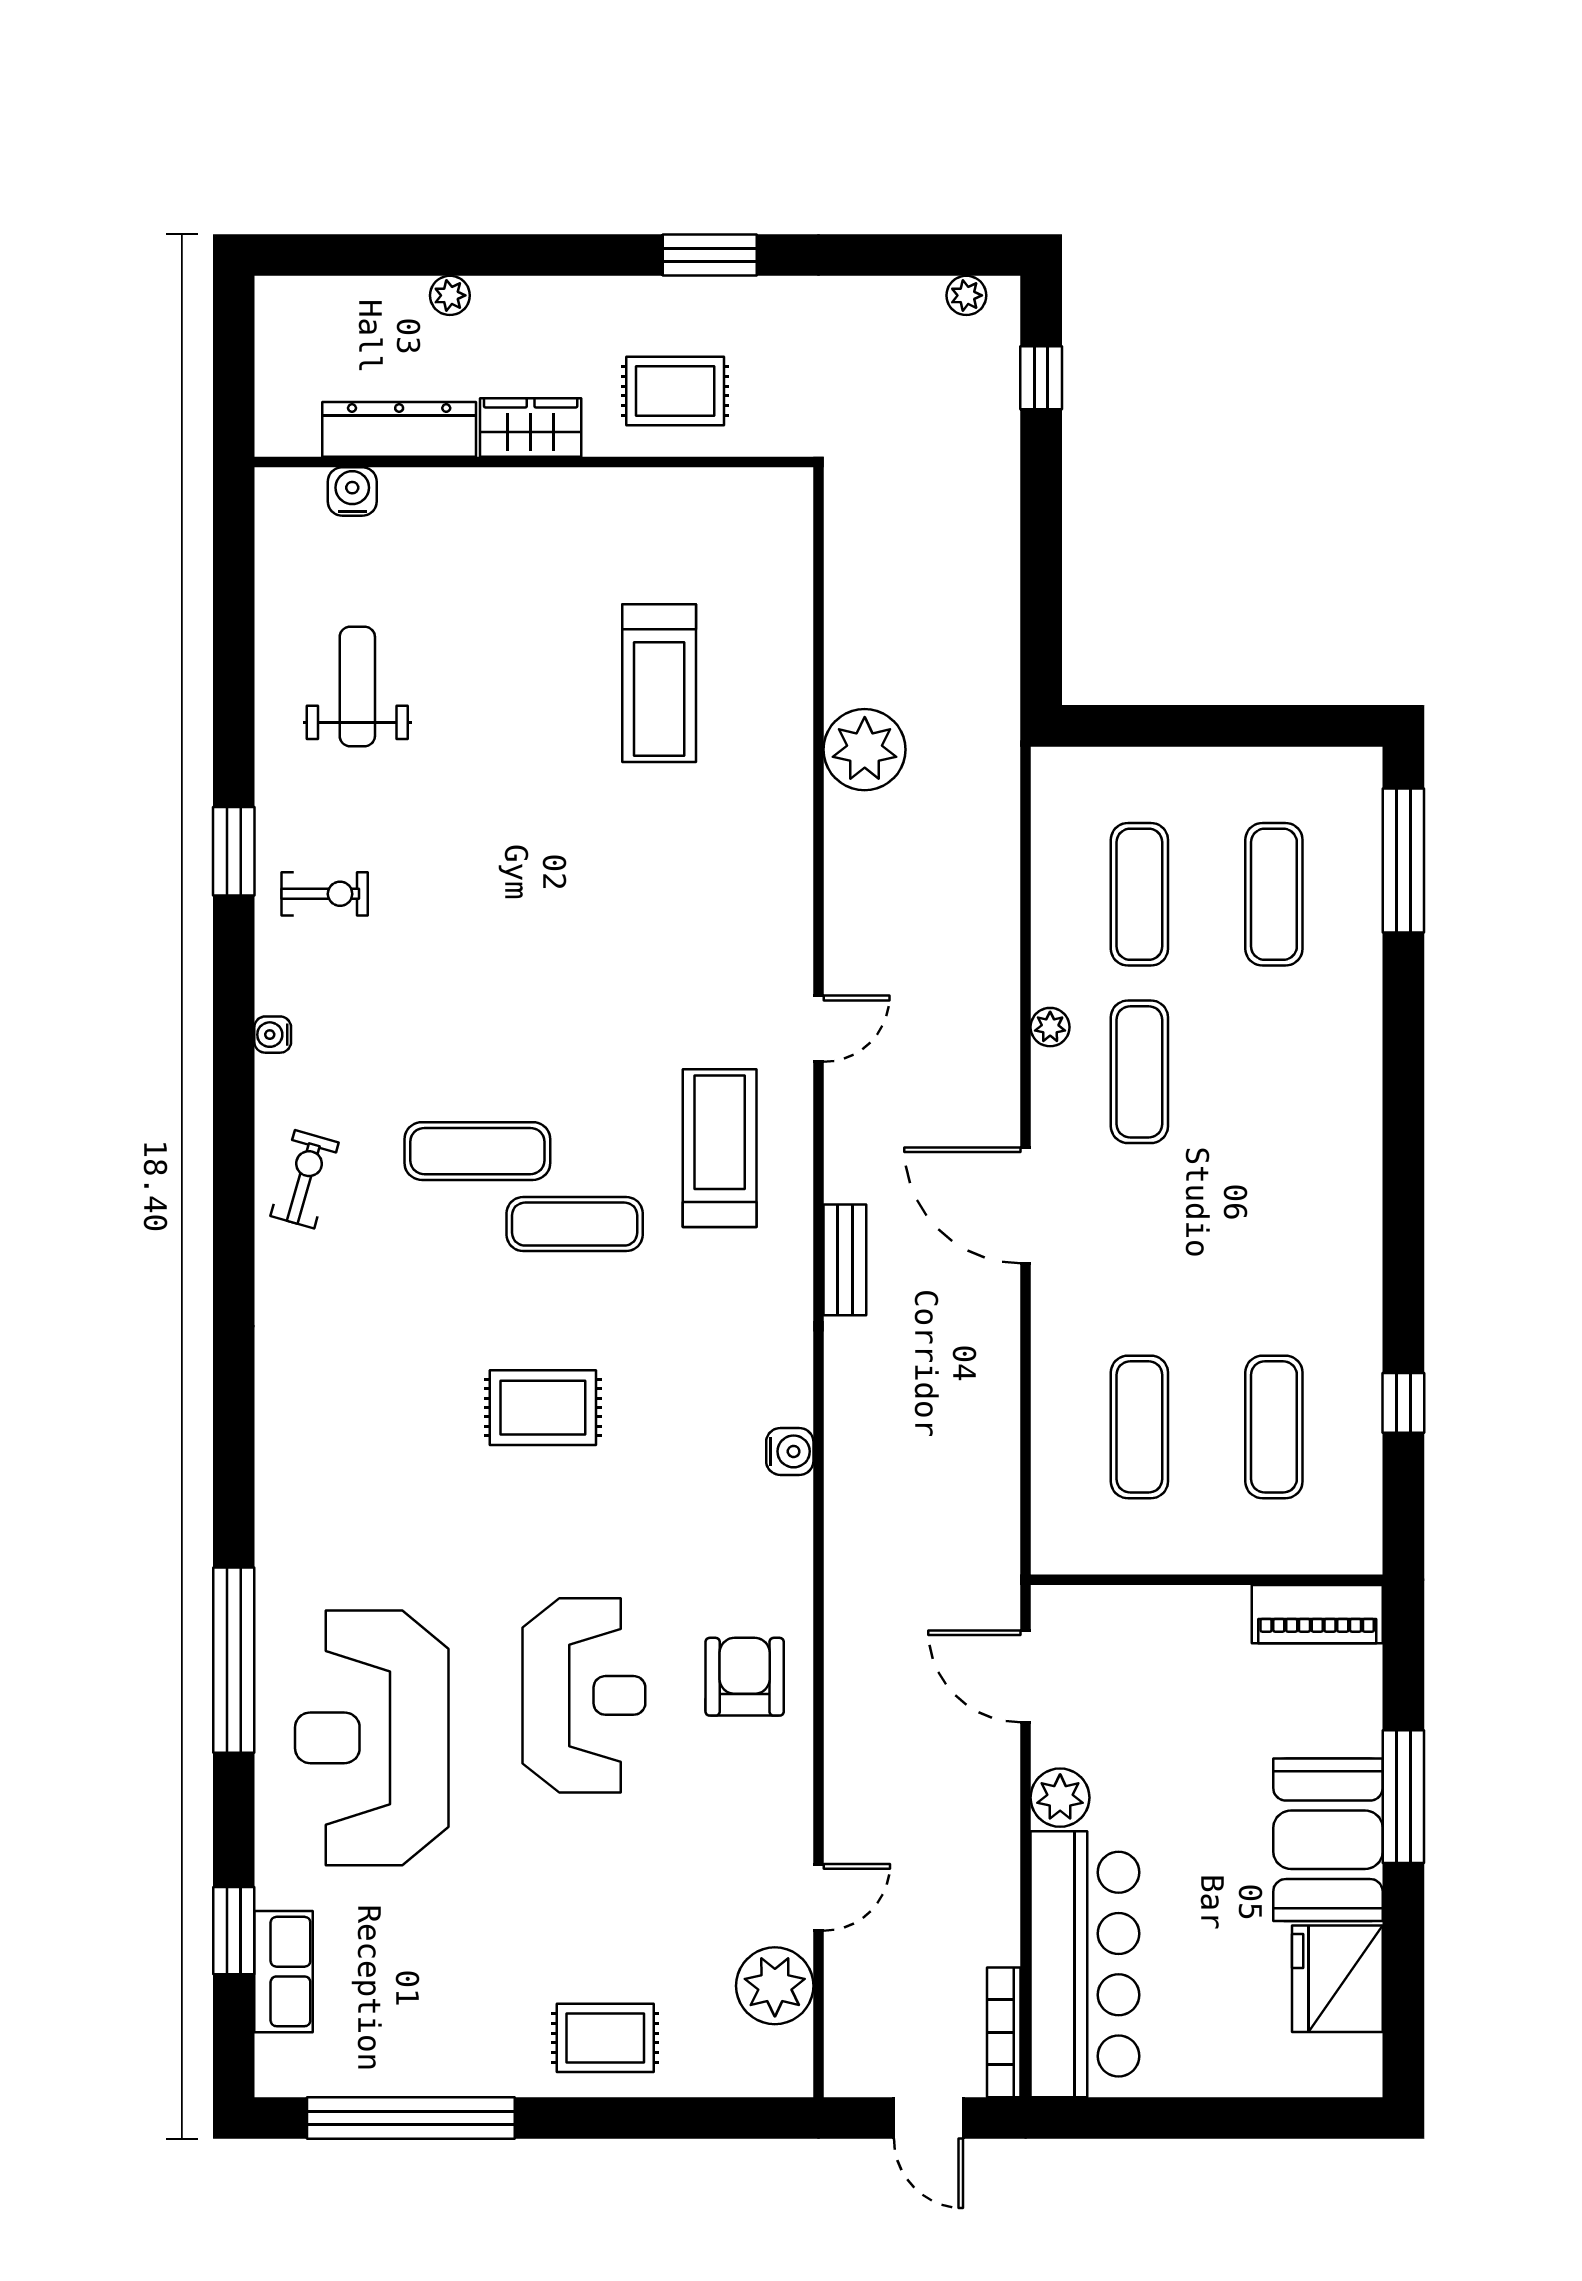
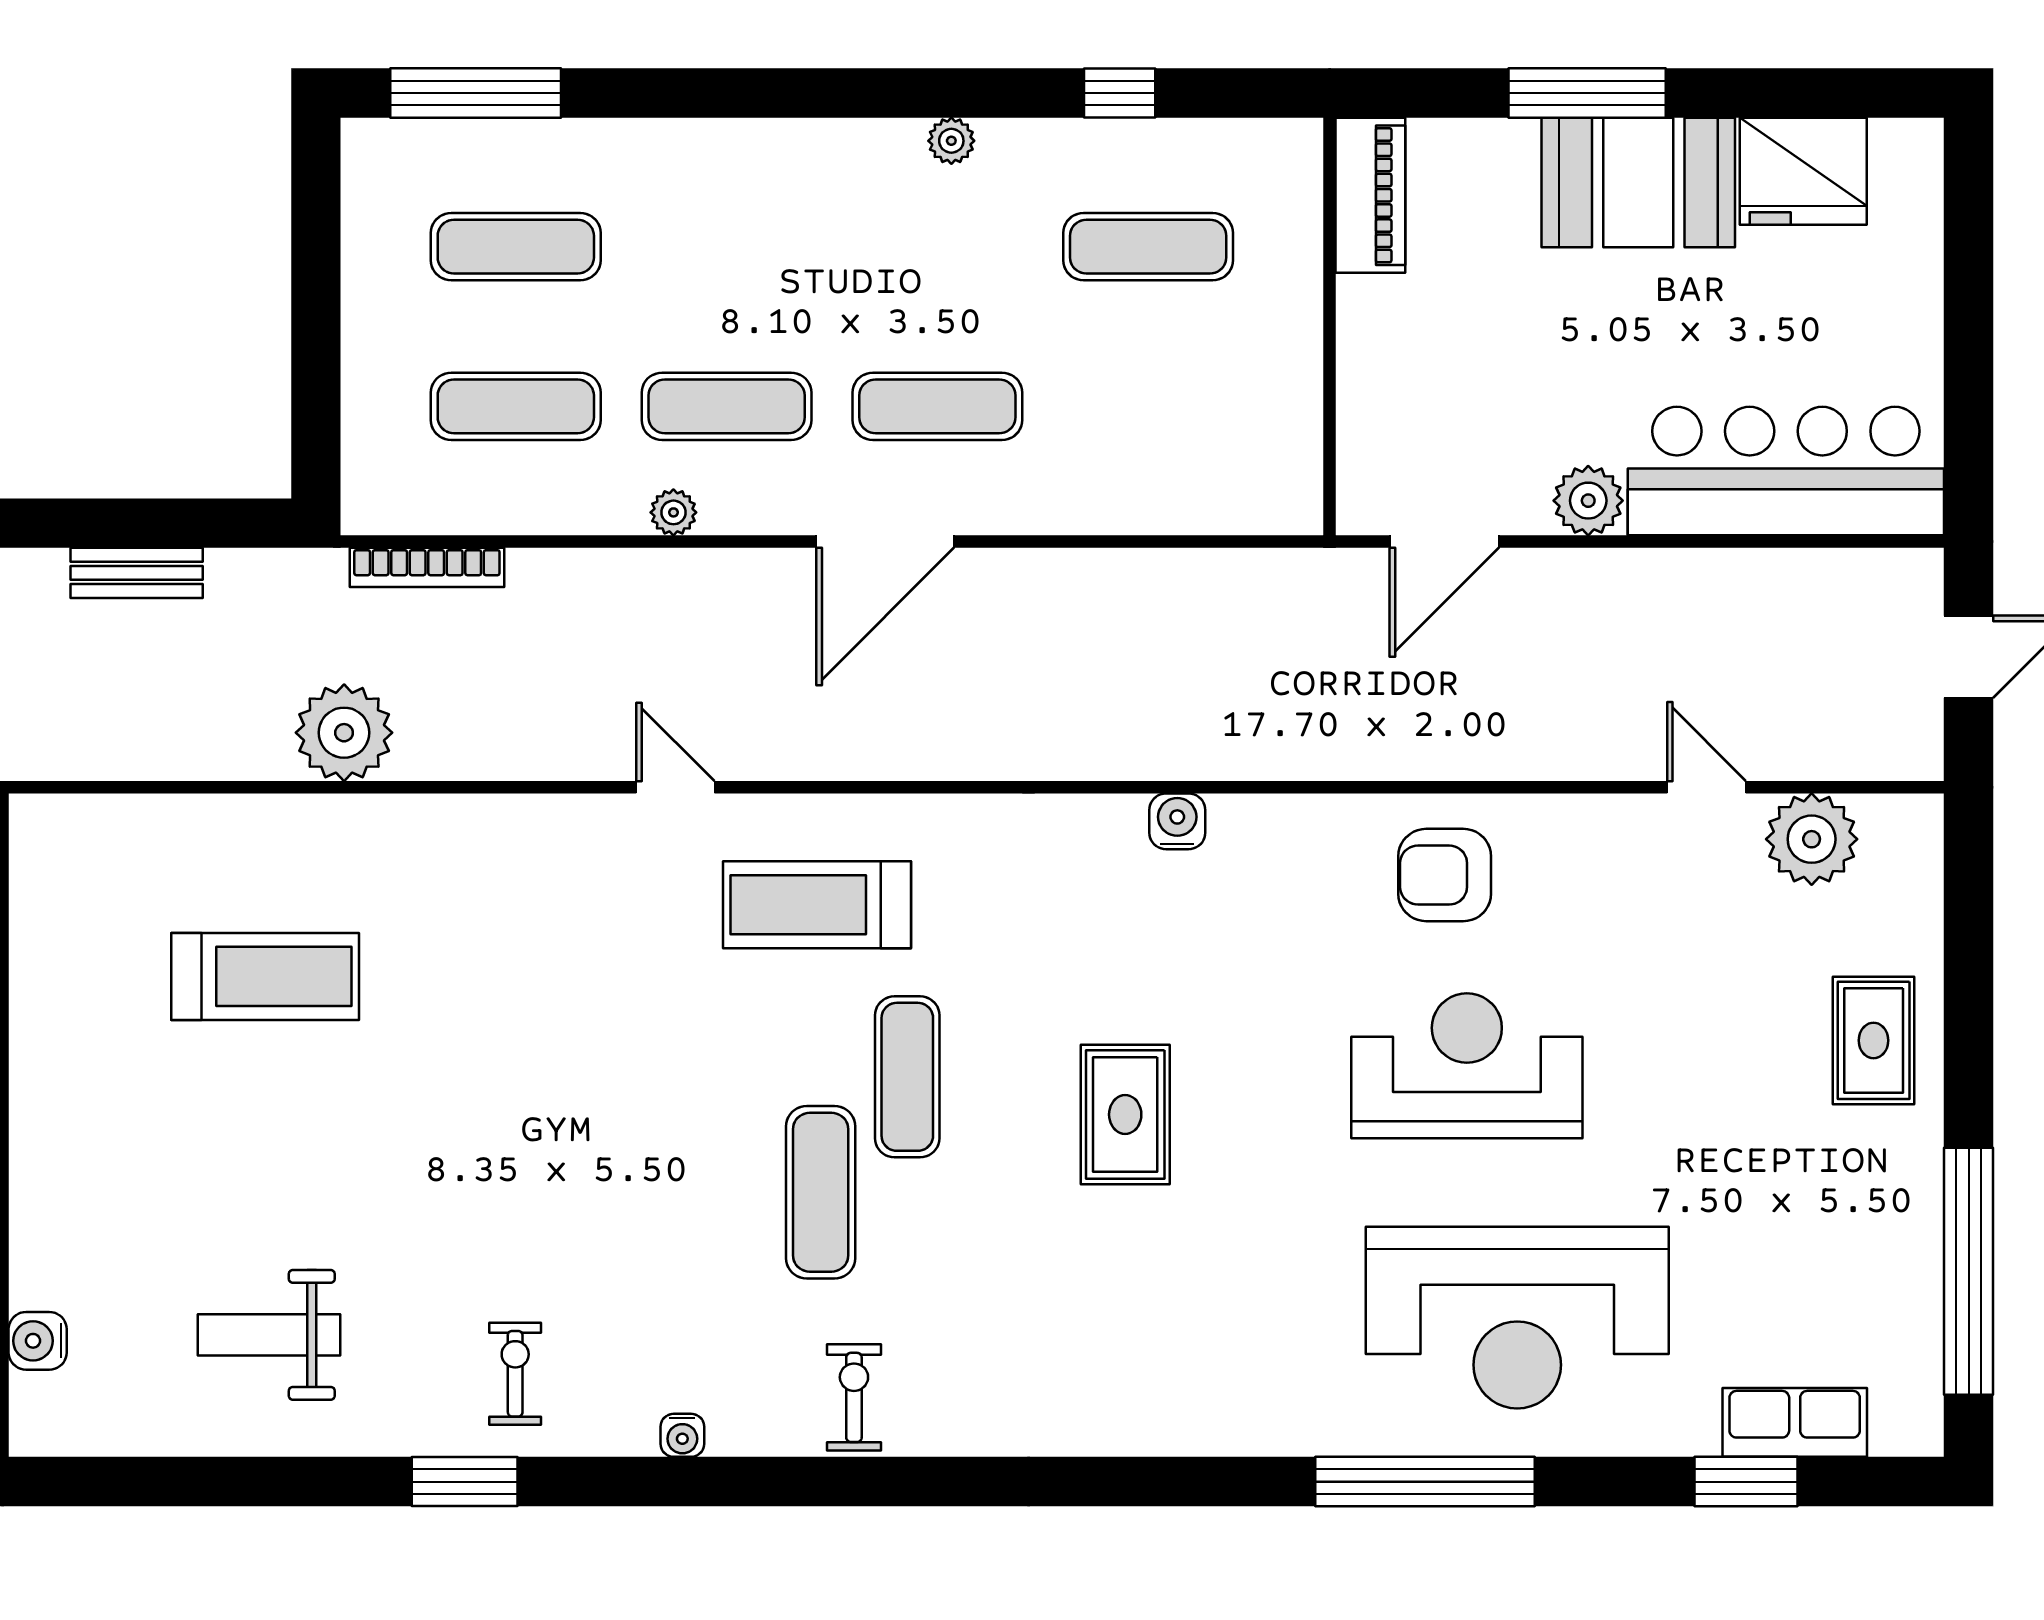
exercise bike: (305, 1179) -> (854, 1397), turned 74
bench: (845, 1260) -> (137, 573), moved
plant: (1363, 1261) -> (951, 141), added
exercise mat: (1139, 1427) -> (937, 406), moved
bookcase: (1004, 2032) -> (427, 567), moved

